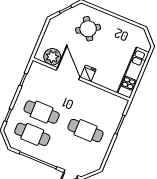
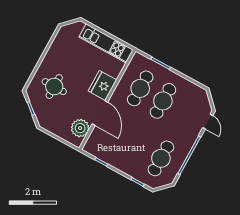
round table: (88, 29) -> (54, 87), turned 32
fridge: (88, 73) -> (102, 85), width x1.88, depth x1.34
door: (68, 74) -> (100, 113), swing flipped
cafe table: (42, 112) -> (140, 88), moved

